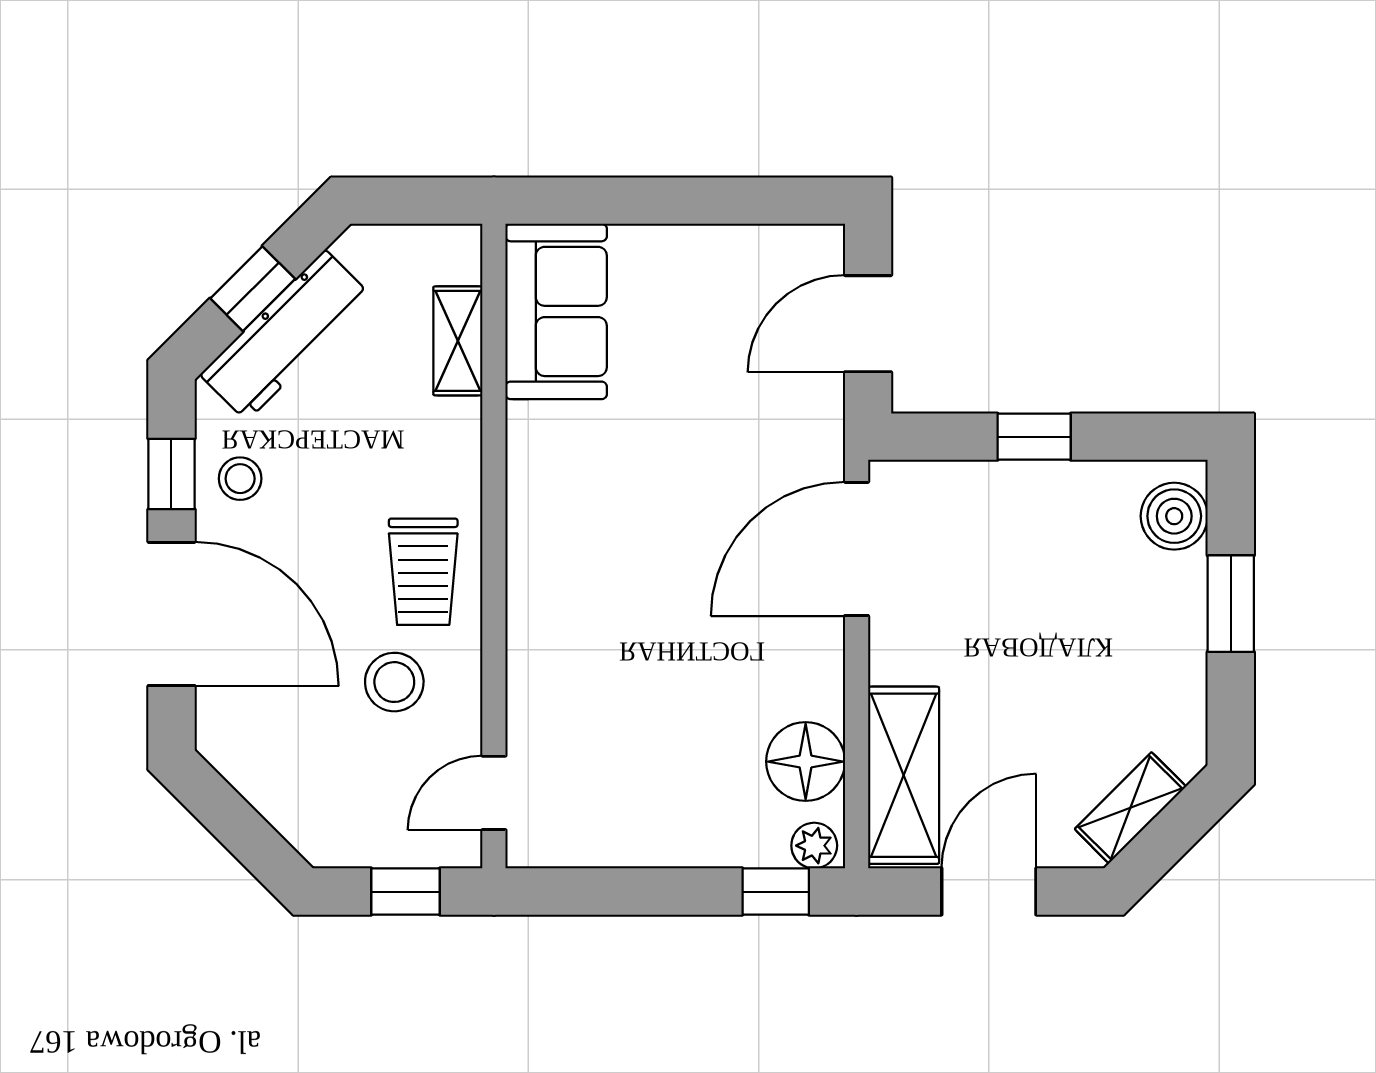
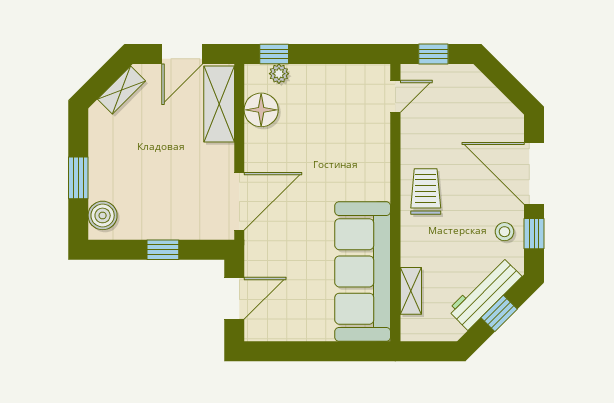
sofa: (556, 311) -> (363, 271), width x1.85, depth x1.27
stool: (394, 682) -> (438, 144), removed
plant: (814, 846) -> (279, 74), moved

